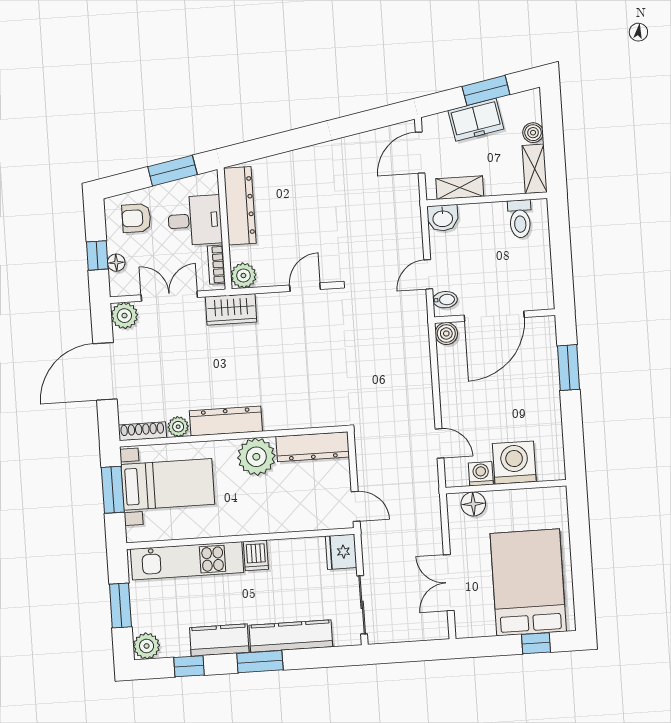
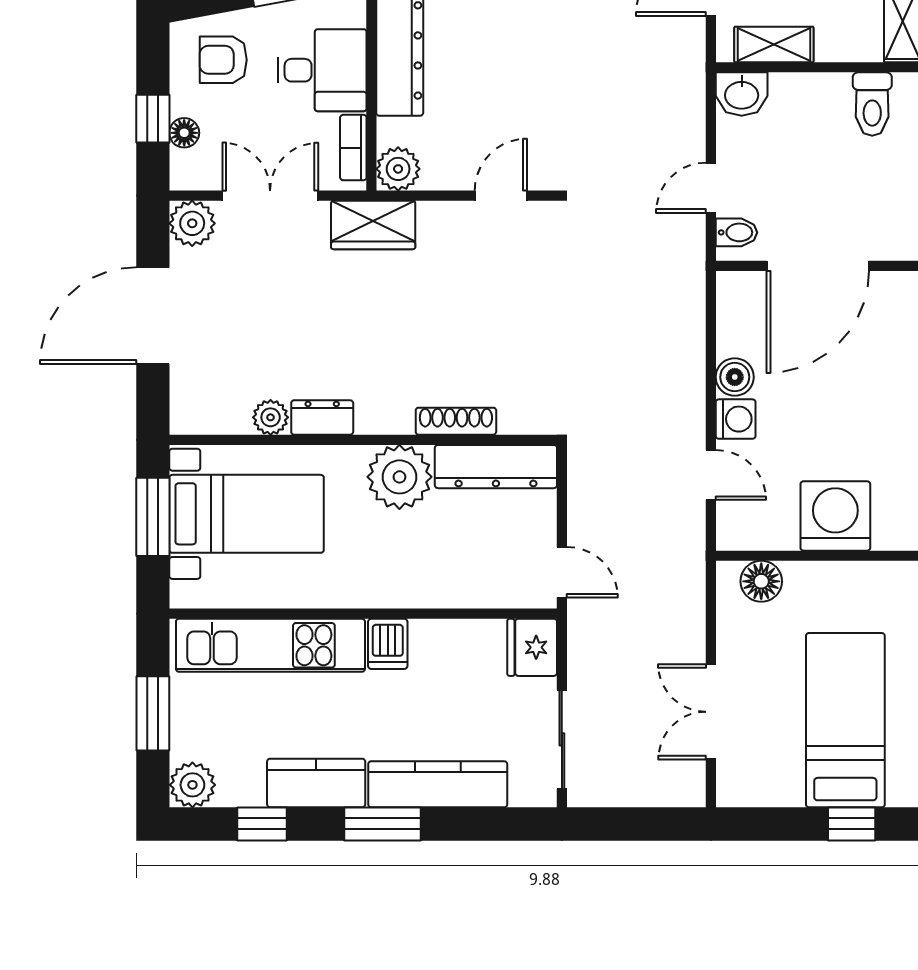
boiler: (446, 333) -> (735, 377), moved
dresser: (226, 421) -> (322, 417), width x0.51, depth x0.80
shoe rack: (142, 431) -> (456, 421), moved
washing machine: (481, 474) -> (736, 419), moved, turned 90
bed: (528, 582) -> (845, 720), width x0.67

